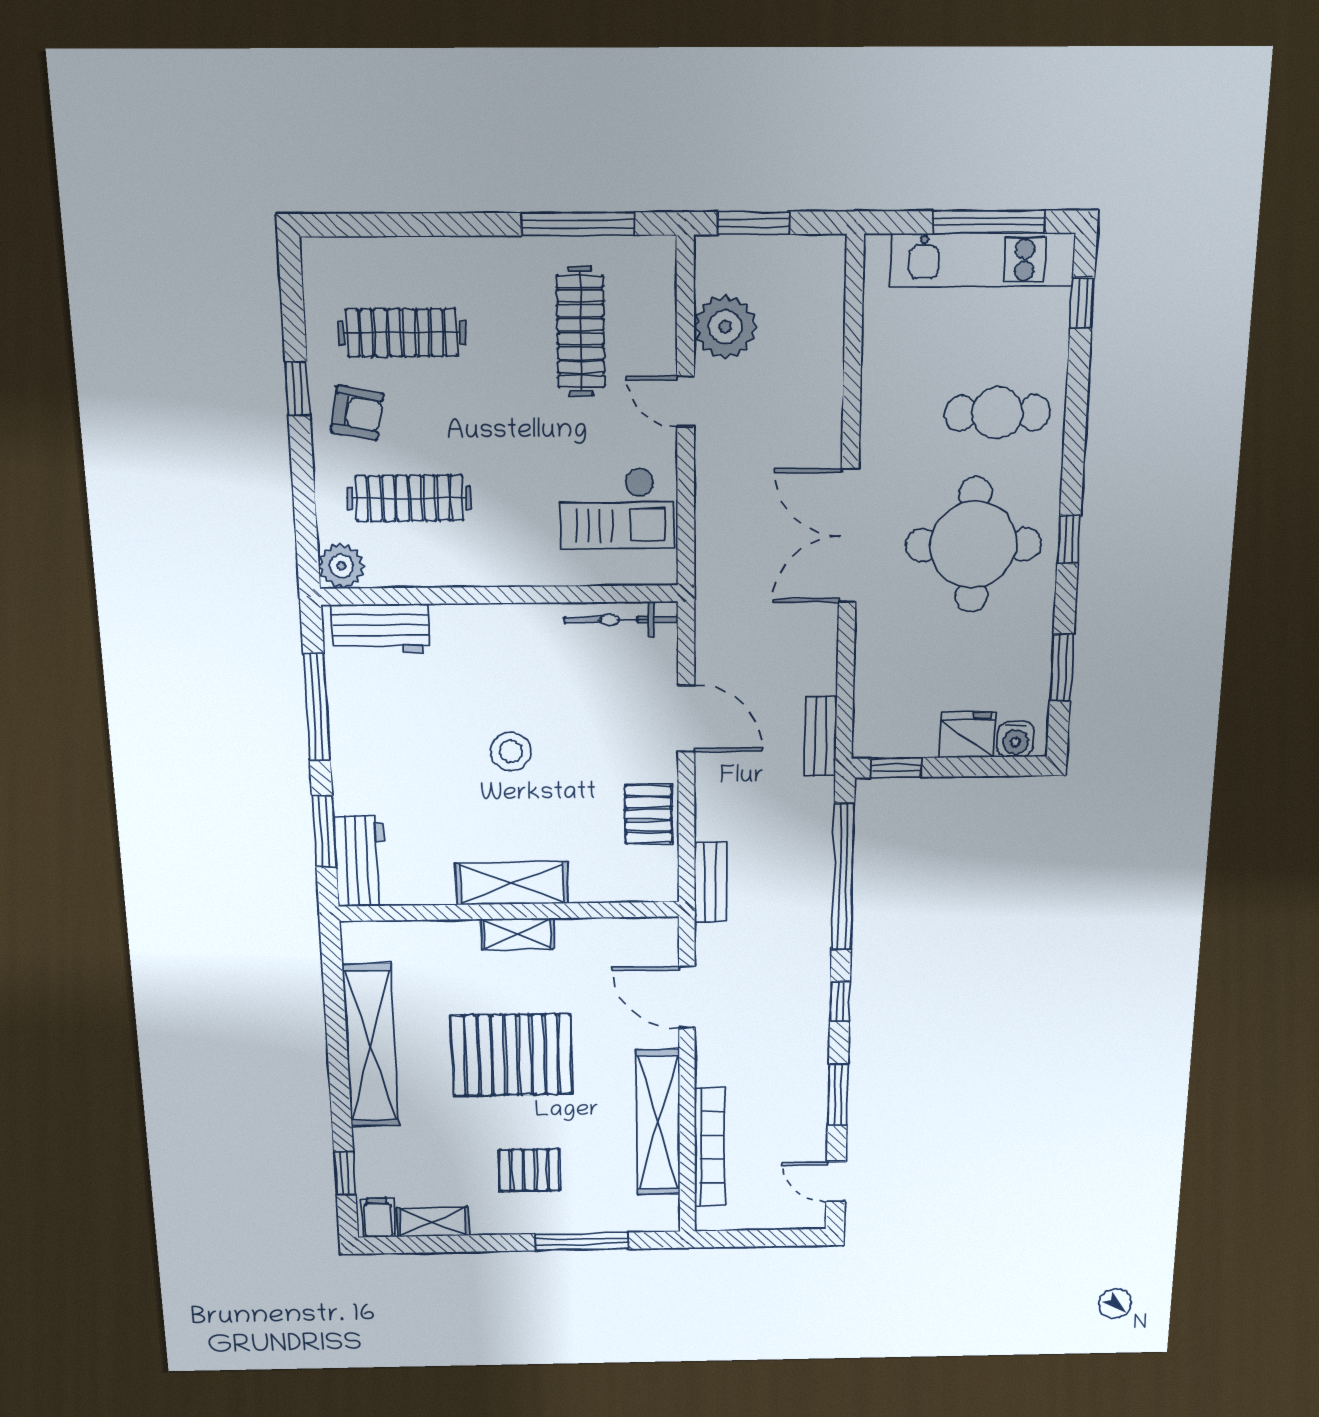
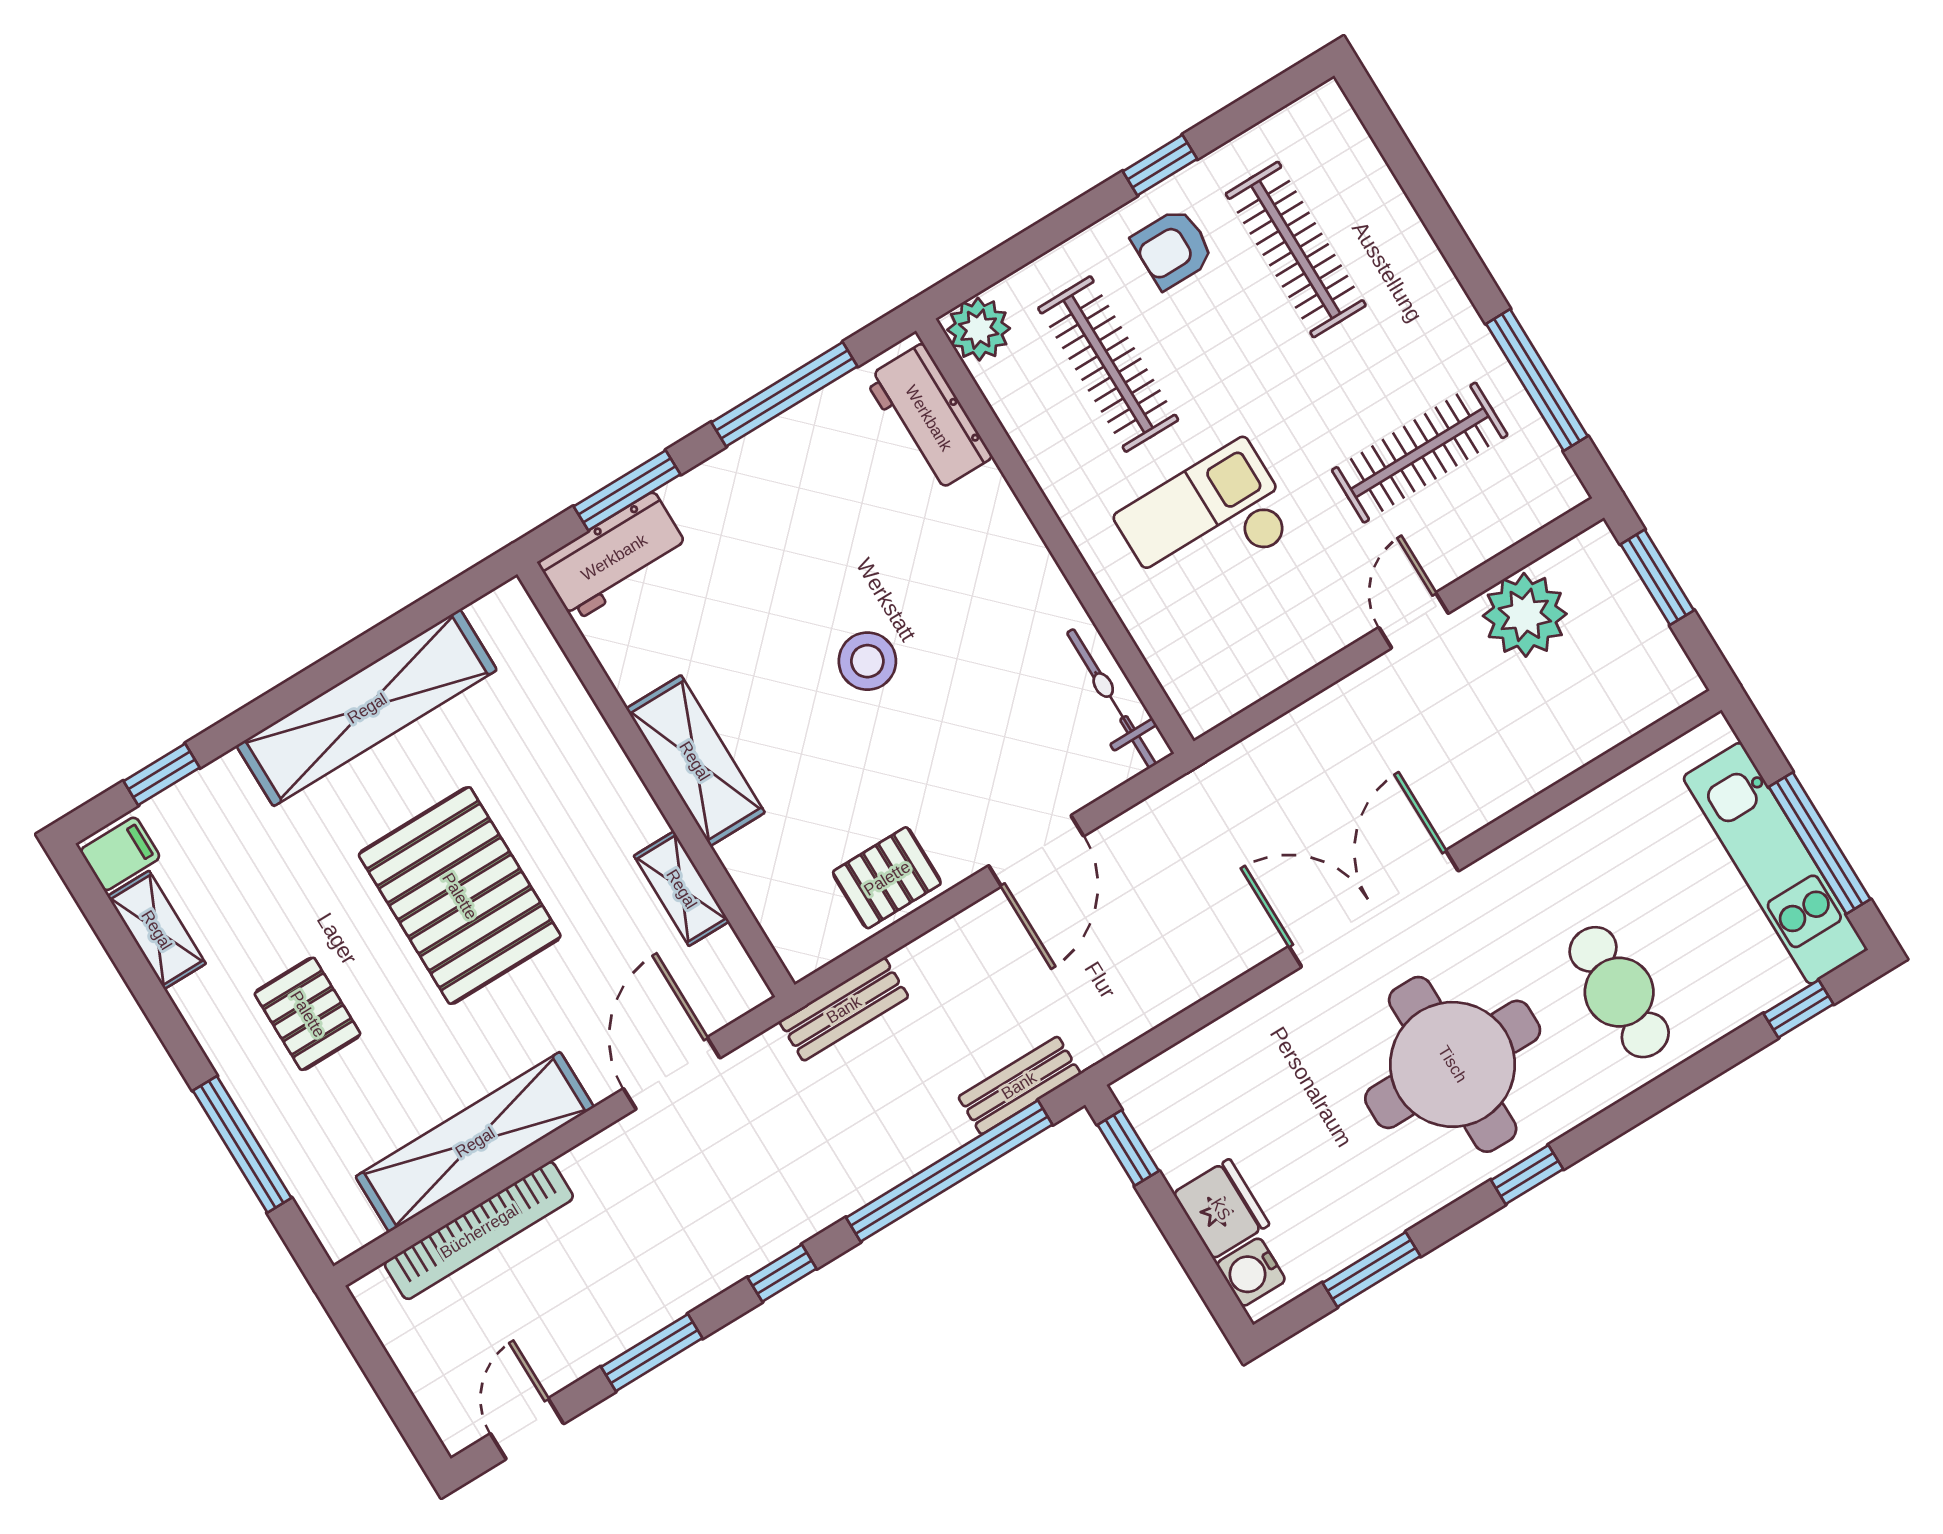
armchair: (357, 413) -> (1173, 249), turned 79
checkout: (617, 509) -> (1207, 522), moved, turned 90
bench: (821, 736) -> (1019, 1085), moved
shelving: (517, 934) -> (682, 889), moved

